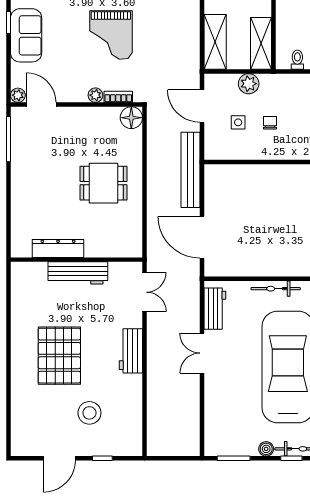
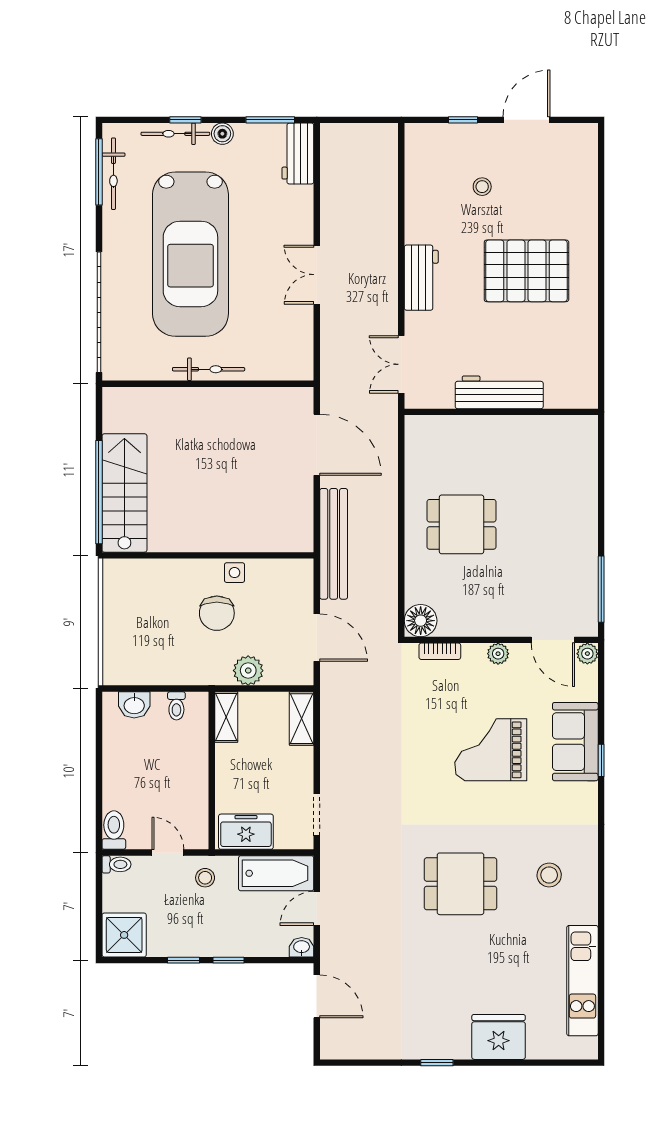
grand piano: (111, 35) -> (491, 750), moved, turned -90
shelving: (215, 42) -> (302, 719), width x0.67, depth x0.75
shelving: (261, 43) -> (226, 717), width x0.67, depth x0.75
plant: (95, 95) -> (498, 654), moved
side table: (238, 122) -> (234, 573), moved
chair: (270, 123) -> (217, 613), width x1.87, depth x1.87
dresser: (58, 248) -> (528, 428), removed
workbench: (215, 309) -> (298, 154), moved
double door: (202, 353) -> (317, 275), swing flipped
pallet: (59, 356) -> (526, 271), turned 90
stool: (89, 413) -> (482, 187), width x0.53, depth x0.53

